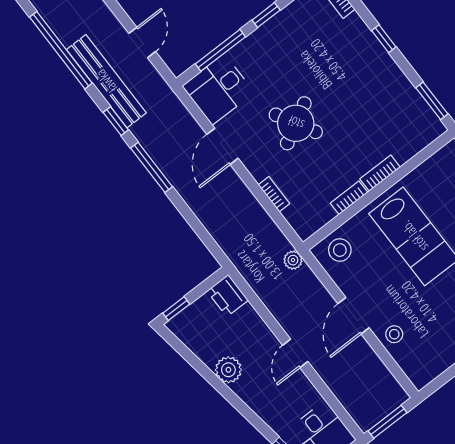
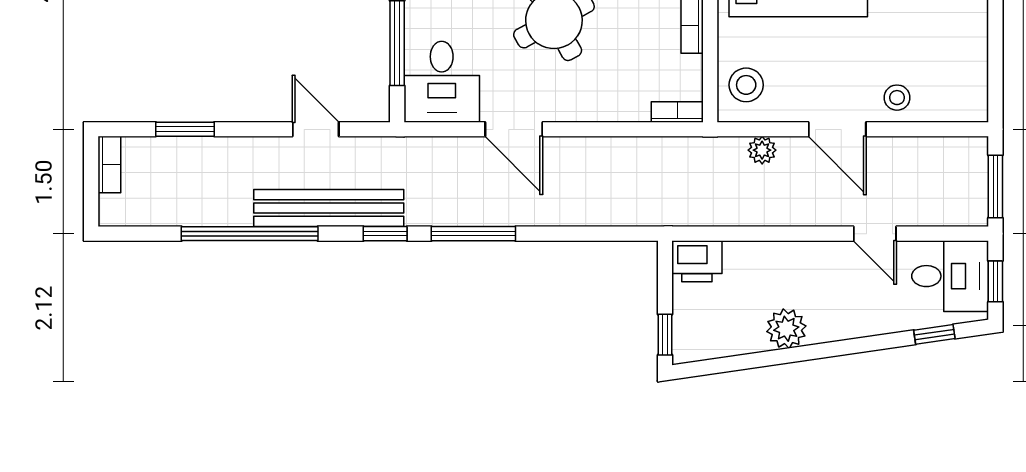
bookcase: (274, 194) -> (677, 112), moved
plant: (293, 260) -> (762, 150), moved
door: (295, 353) -> (875, 234), moved

